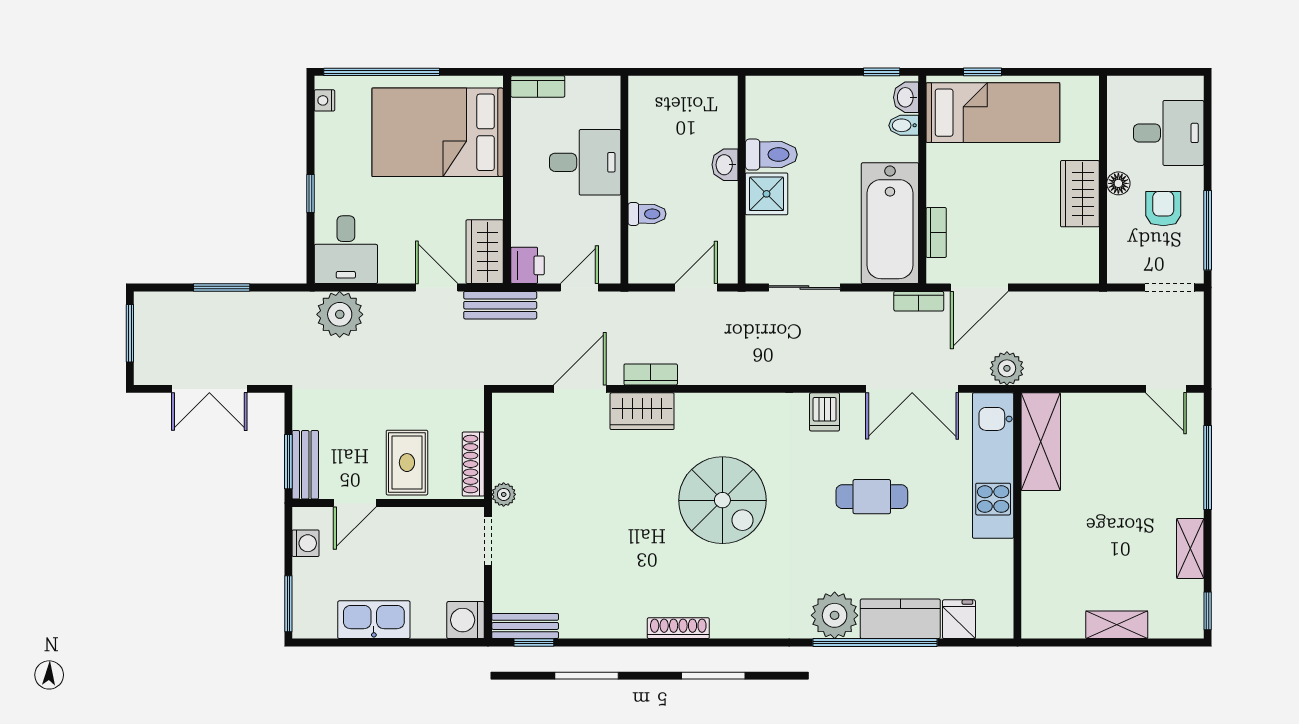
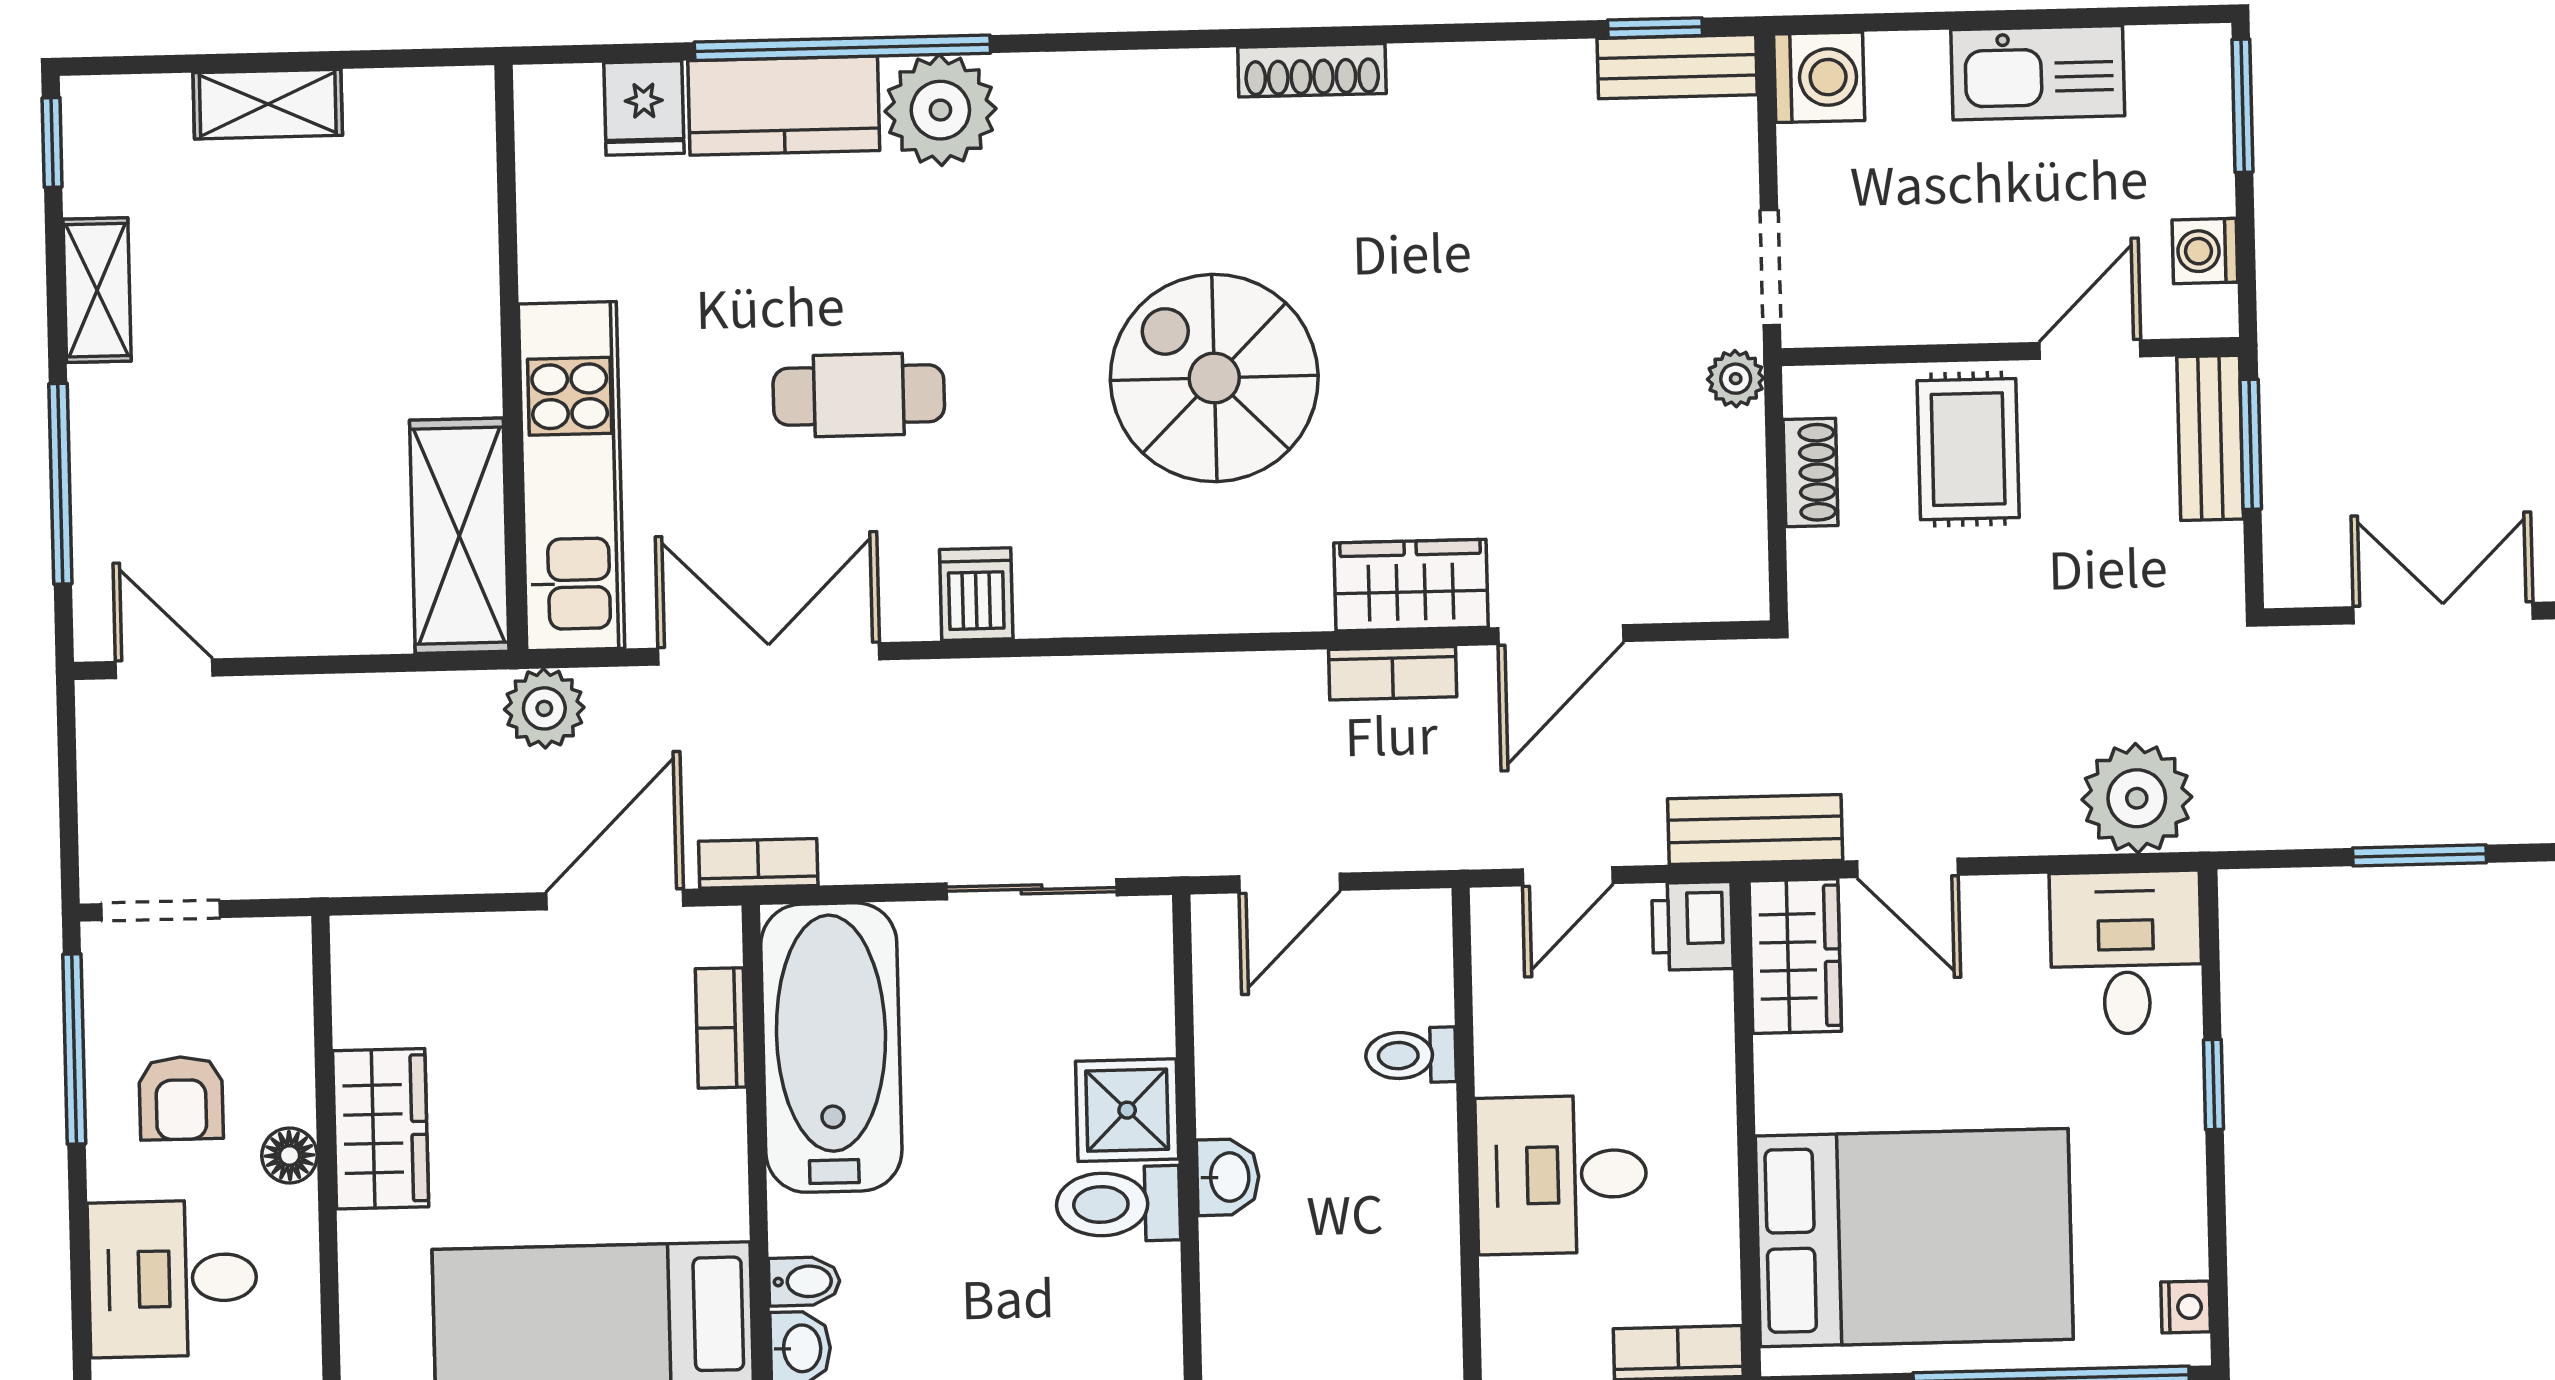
shoe rack: (473, 464) -> (1811, 472), width x0.70

